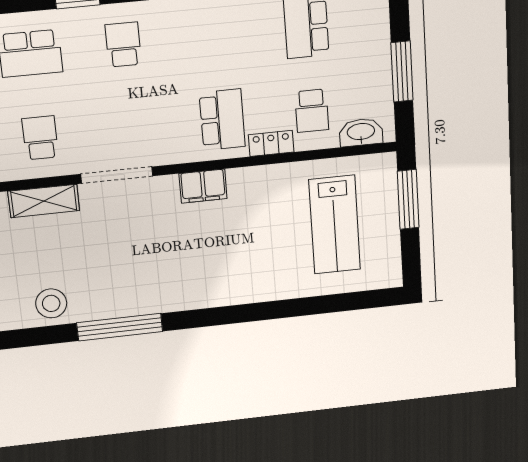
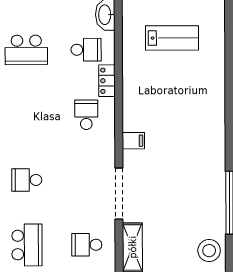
school desk: (222, 120) -> (86, 115), width x0.54
filing cabinet: (203, 186) -> (133, 141), width x0.50
lab bench: (335, 225) -> (172, 38), width x0.73, depth x0.72

